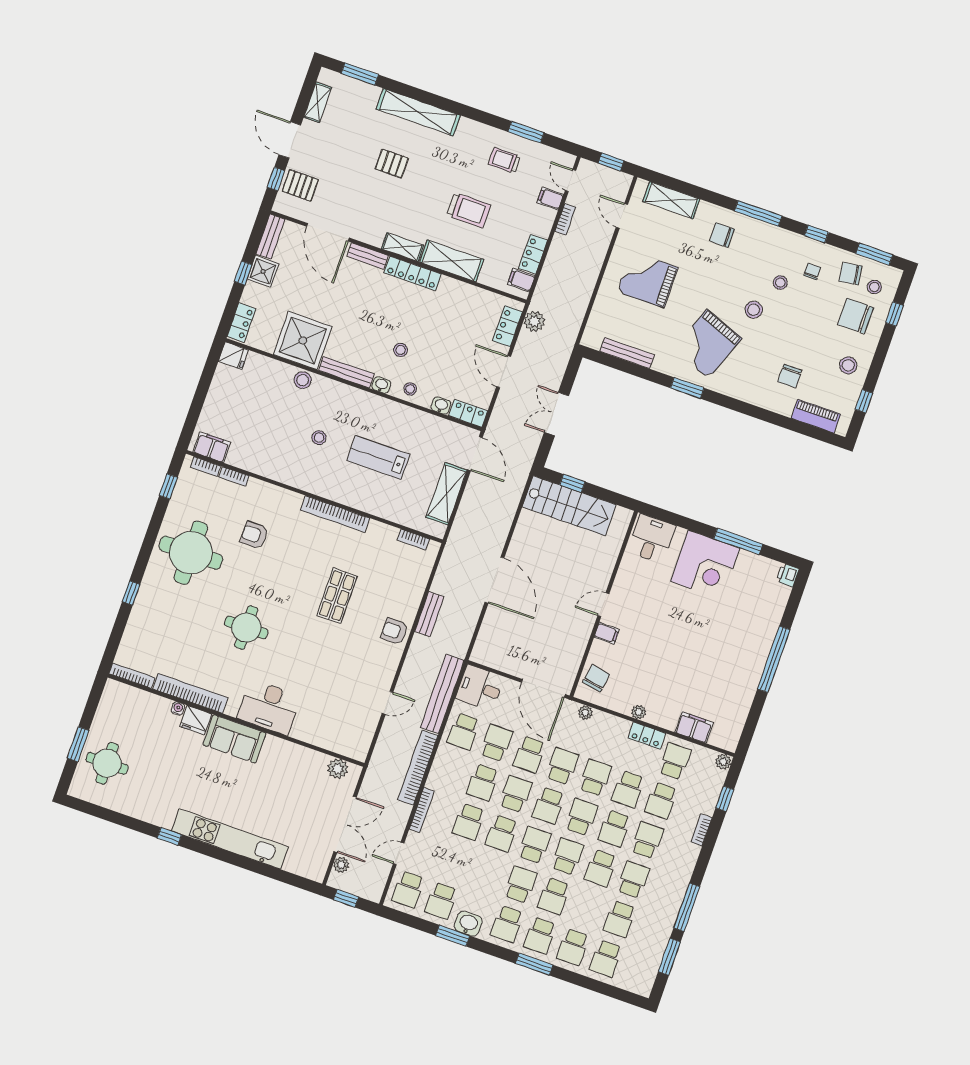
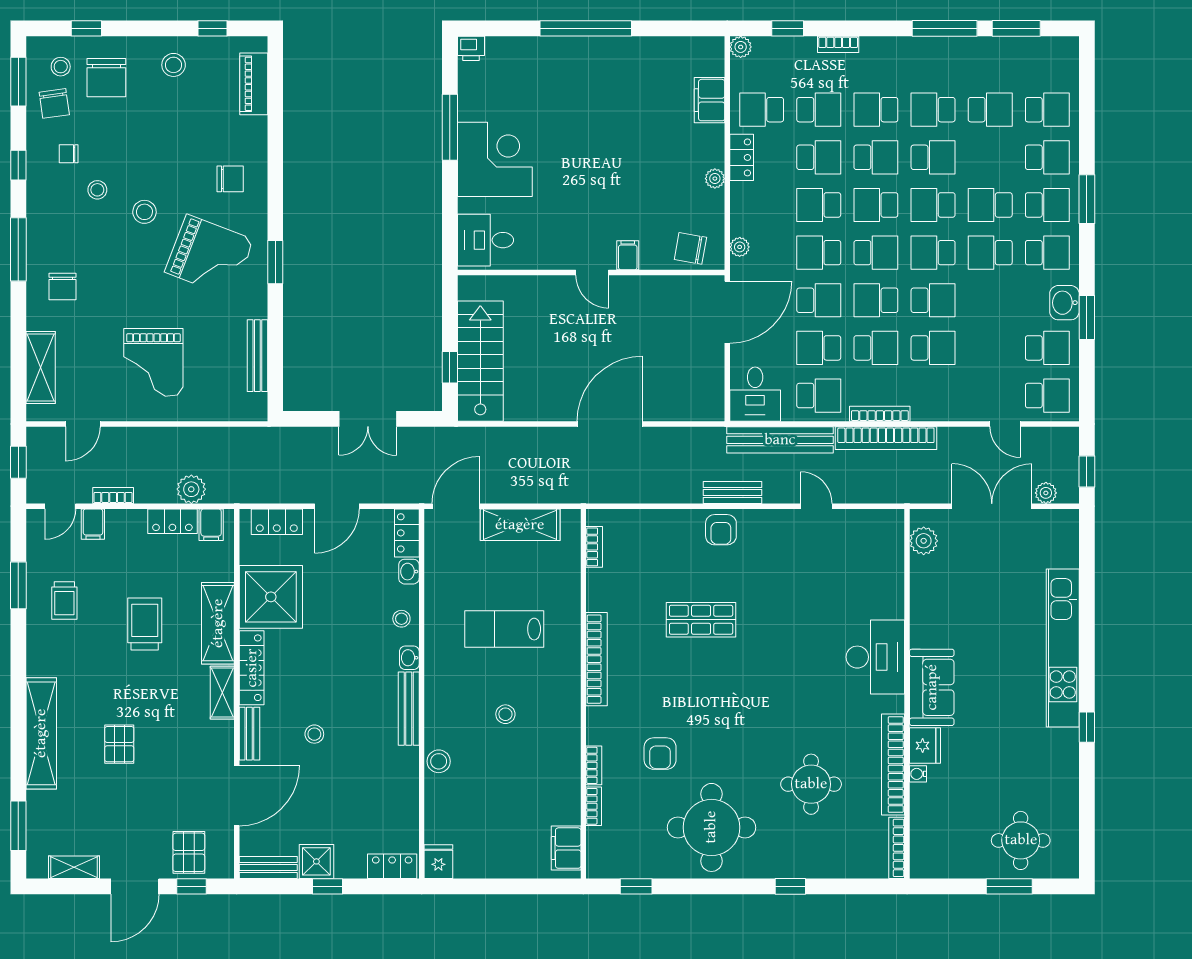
plant: (534, 321) -> (191, 489), moved
shower: (303, 340) -> (271, 597), moved
stool: (401, 350) -> (314, 734), moved
chair: (790, 376) -> (230, 179), moved
lab bench: (378, 457) -> (504, 629), turned 90
bookcase: (206, 467) -> (594, 765), moved
bench: (429, 614) -> (733, 492), moved
round table: (246, 628) -> (811, 784), moved
bookcase: (422, 810) -> (880, 414), moved
school desk: (554, 896) -> (990, 205), turned 180

